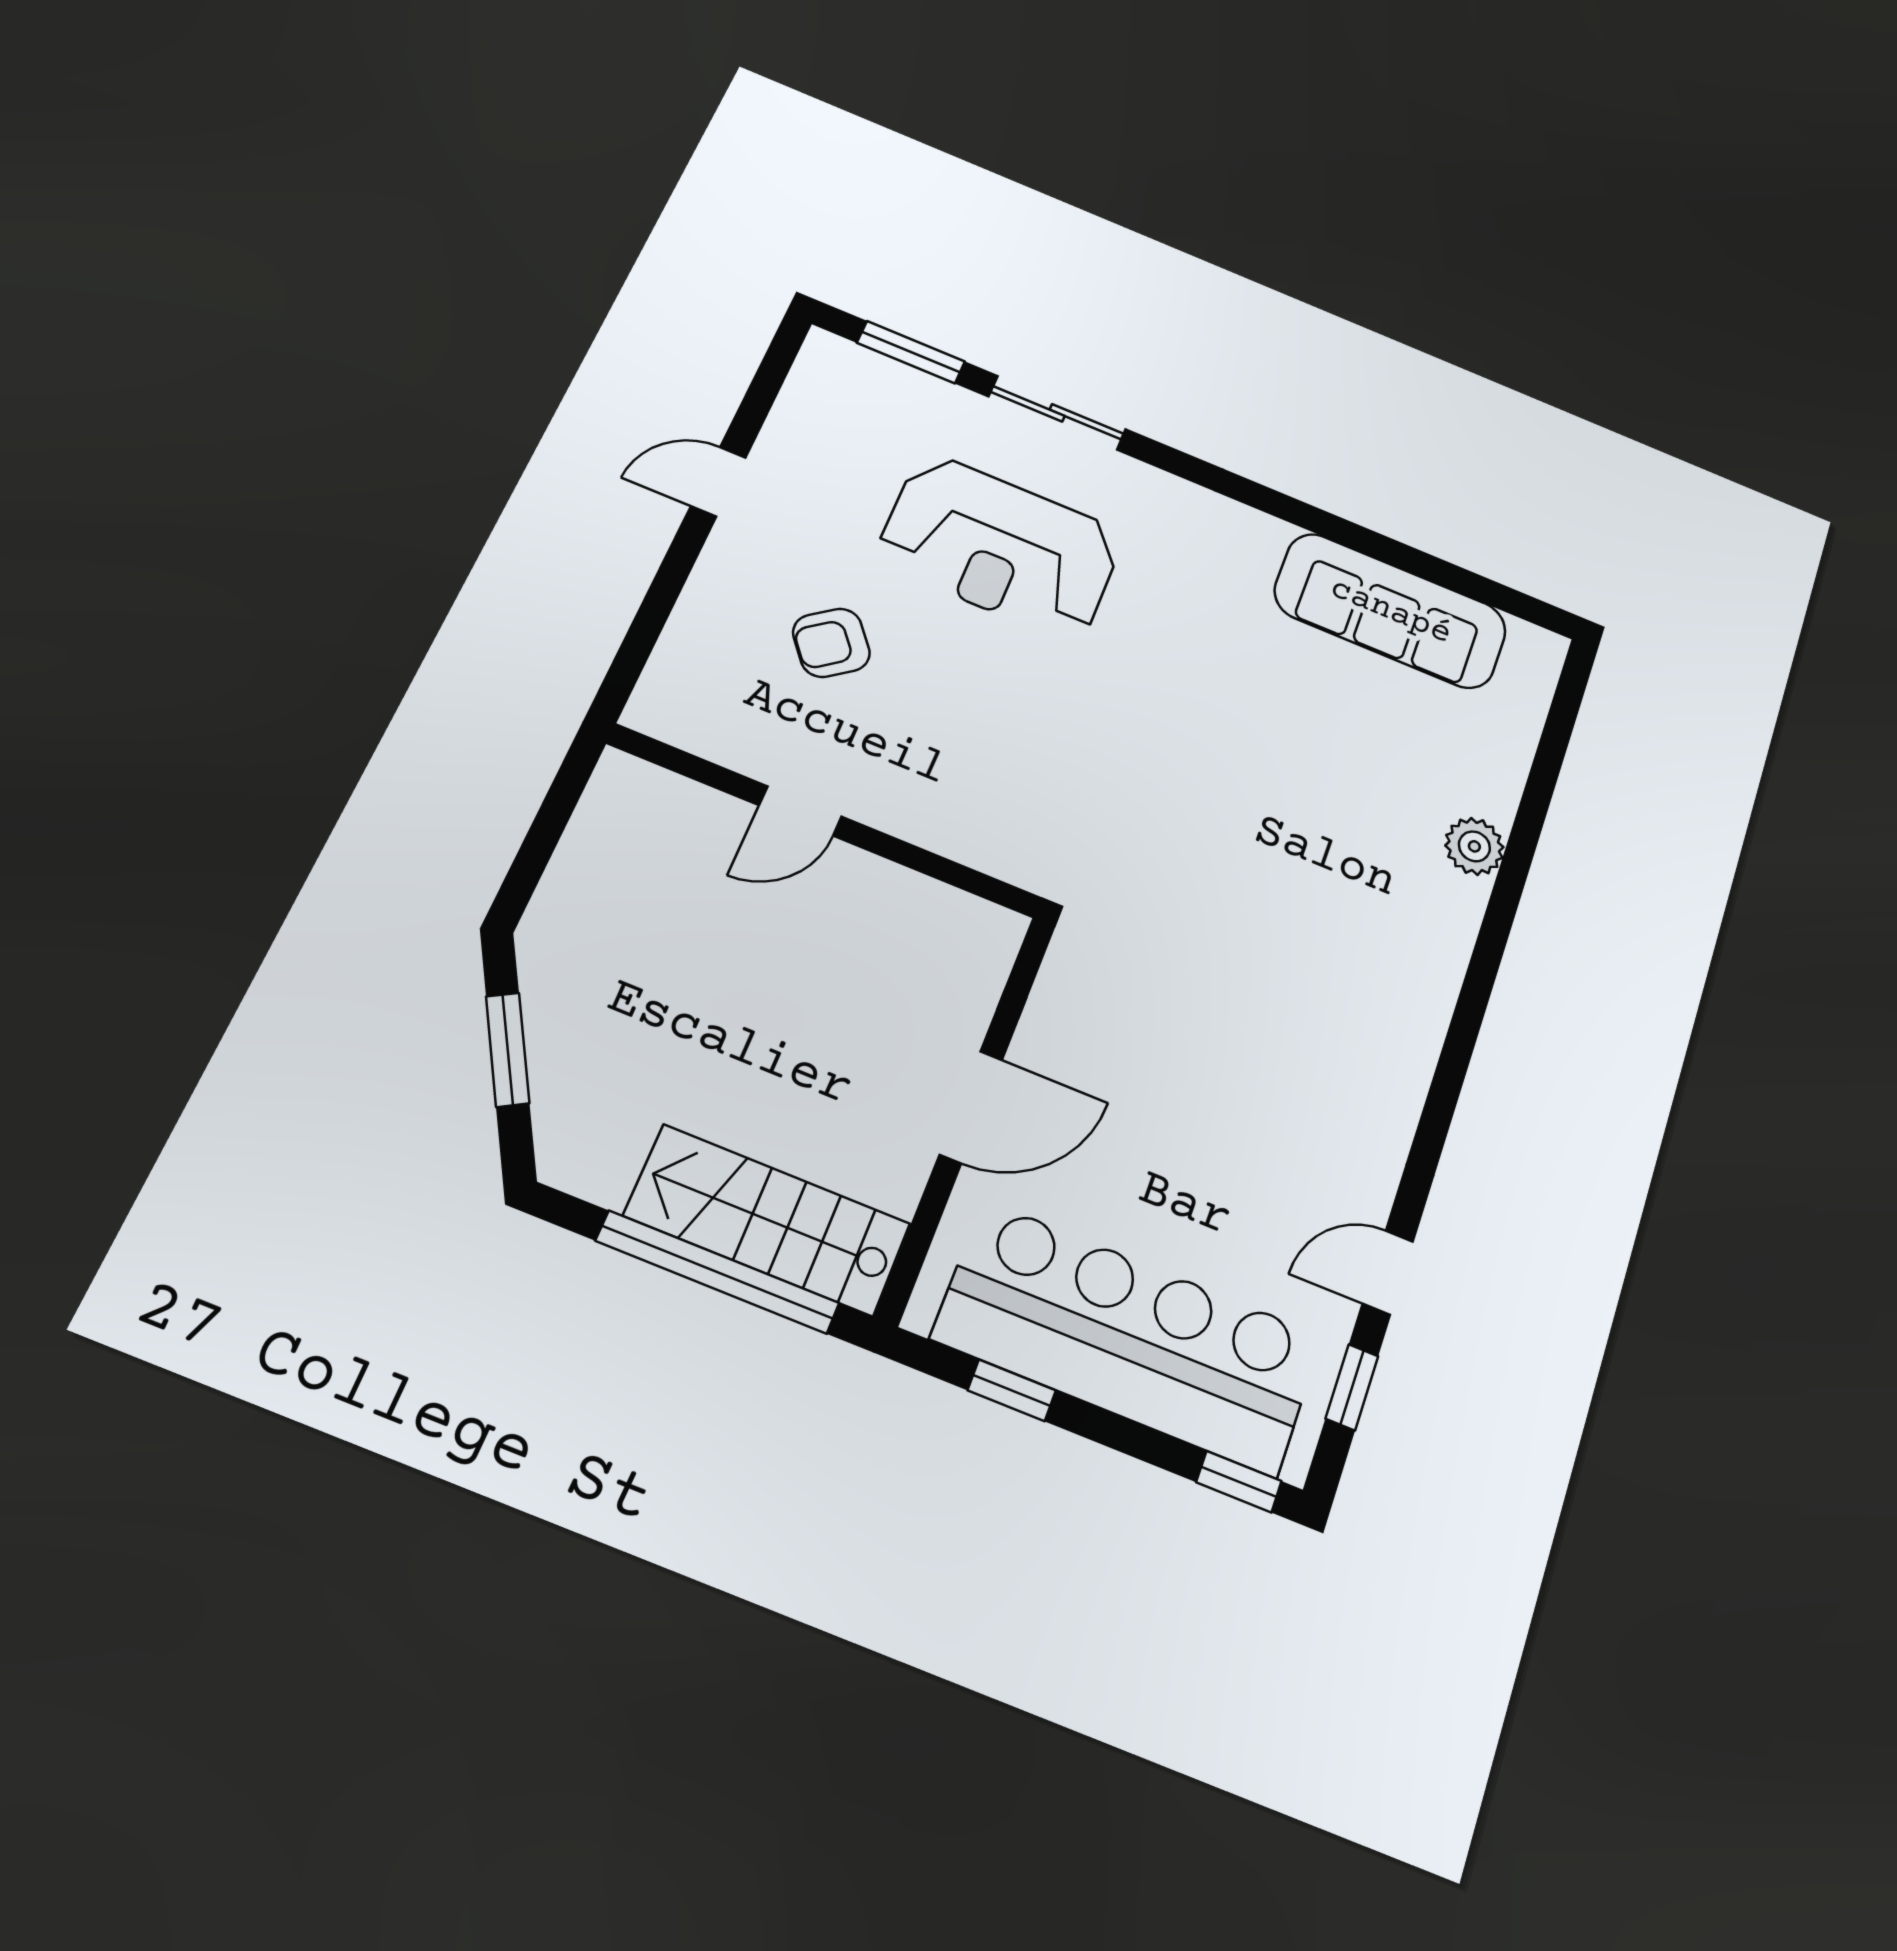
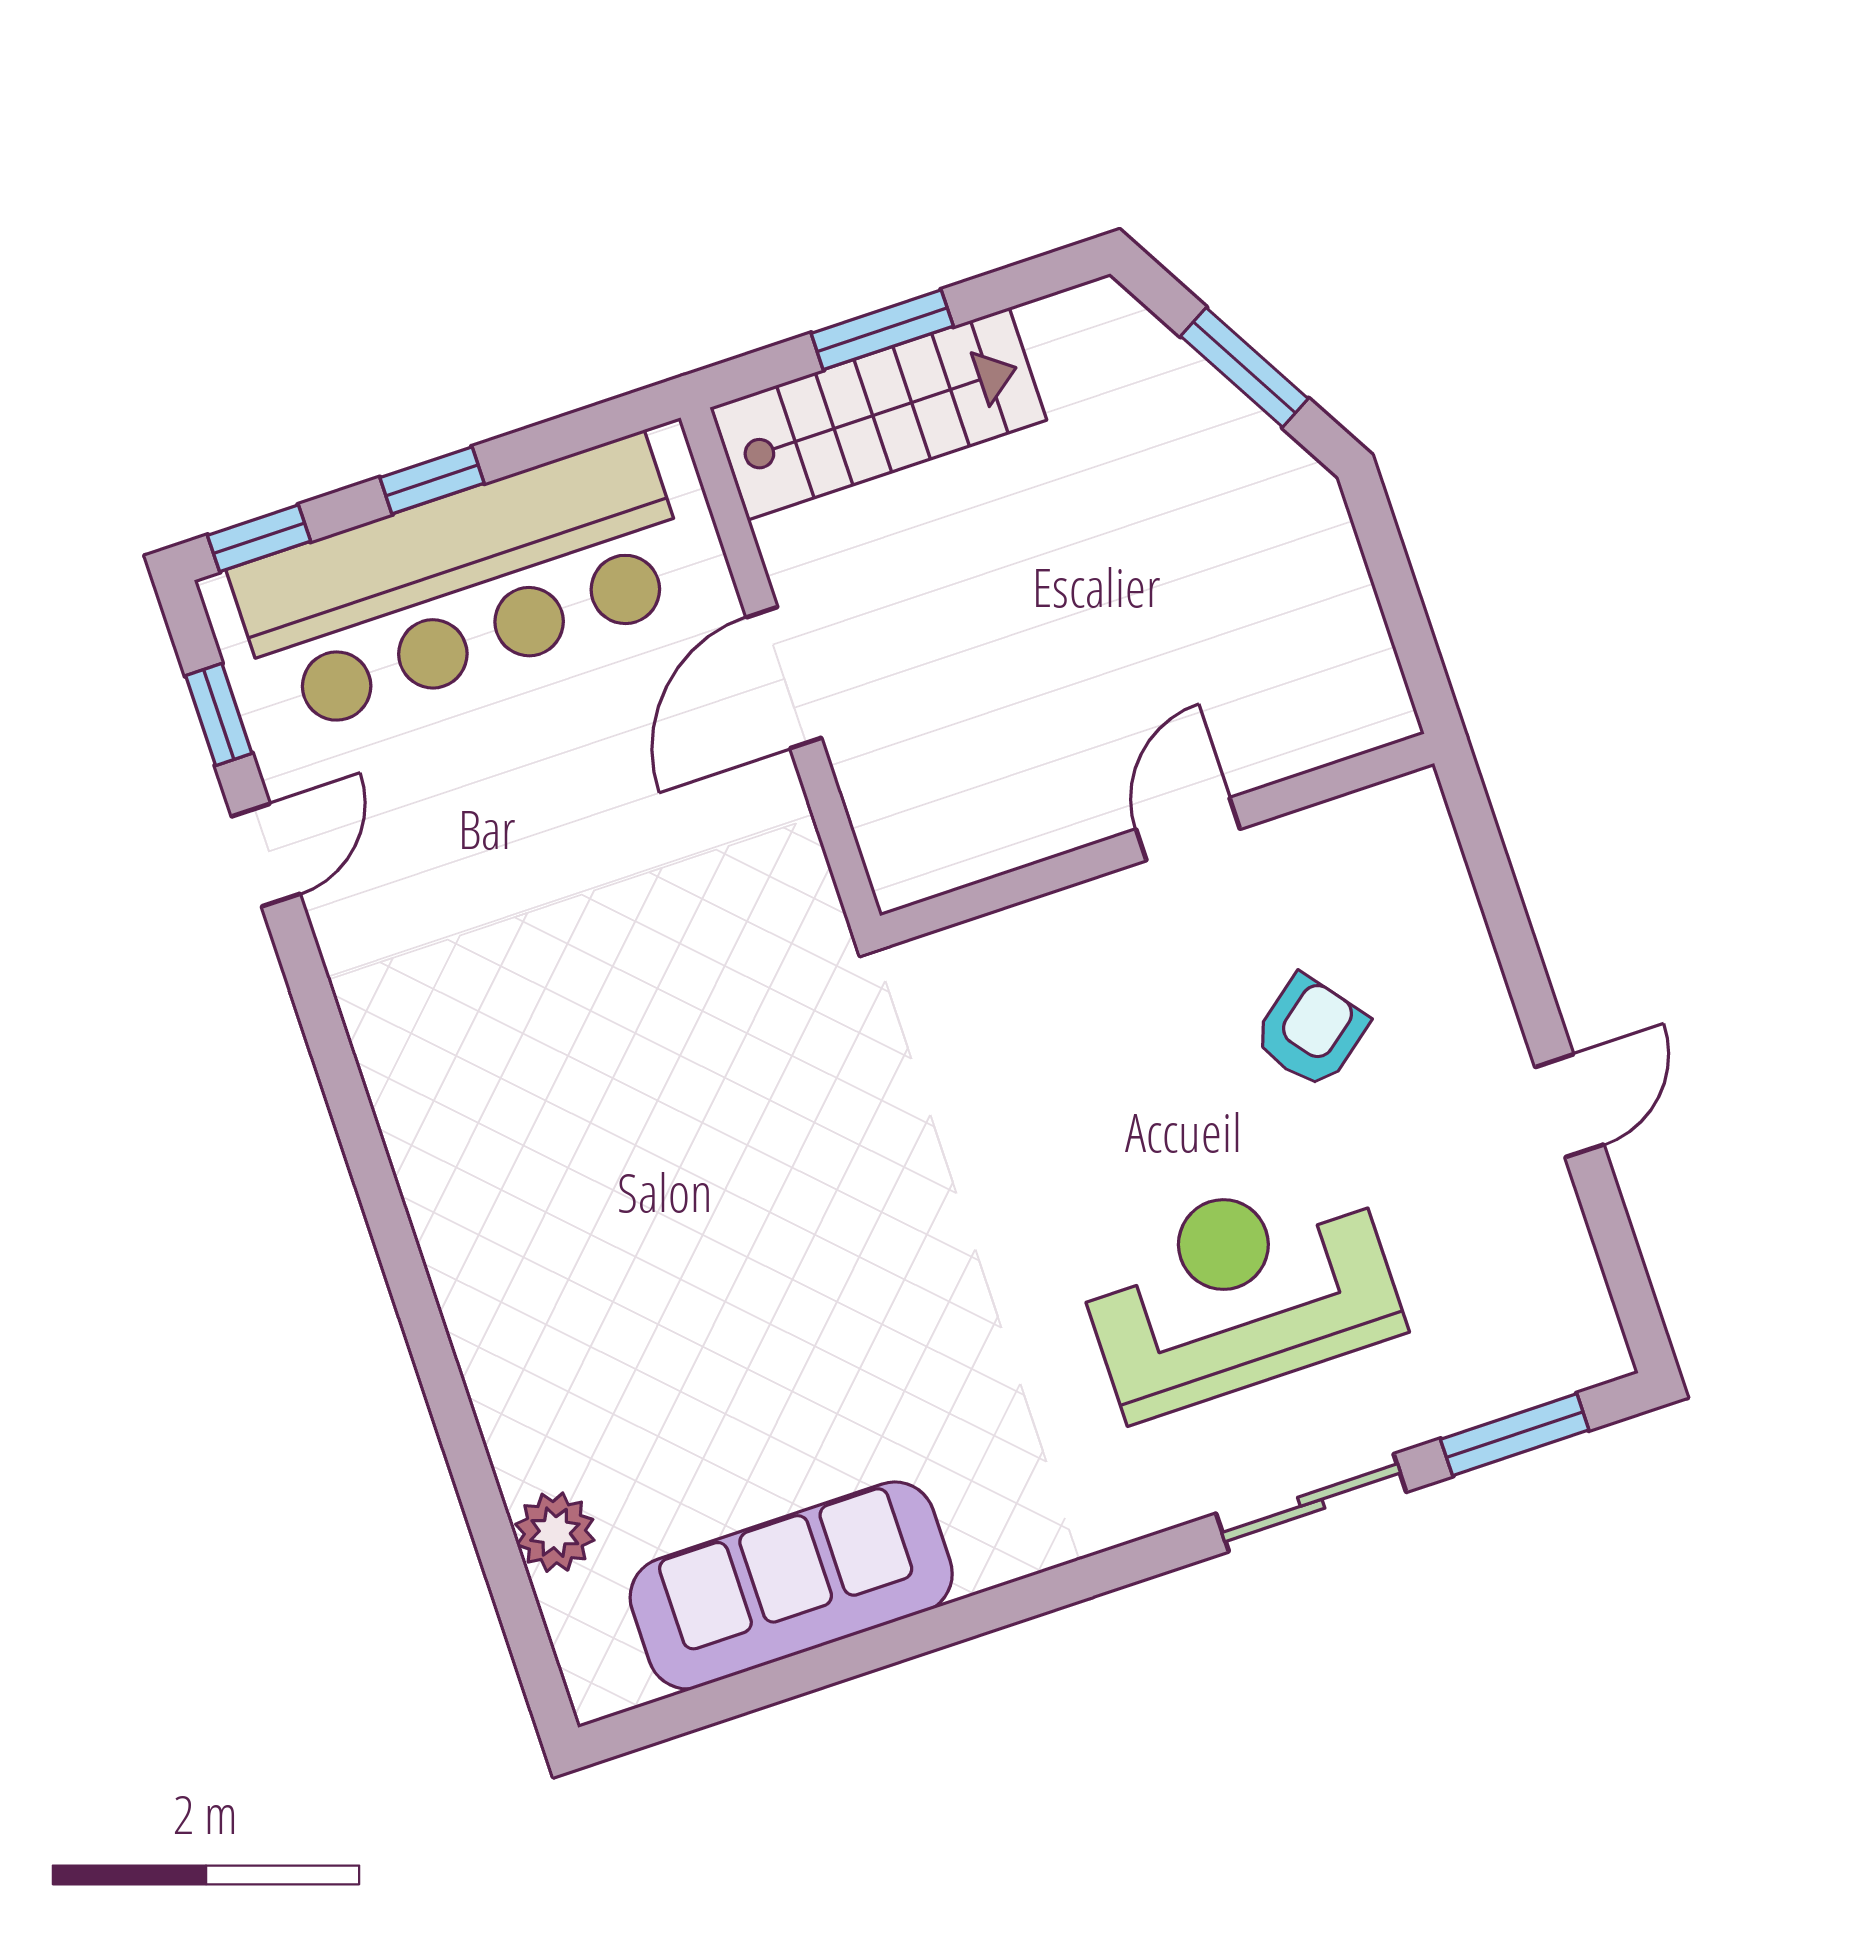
plant: (1474, 846) -> (555, 1532), moved
window: (718, 1272) -> (882, 330), width x0.47
window: (1012, 1390) -> (432, 480), moved

